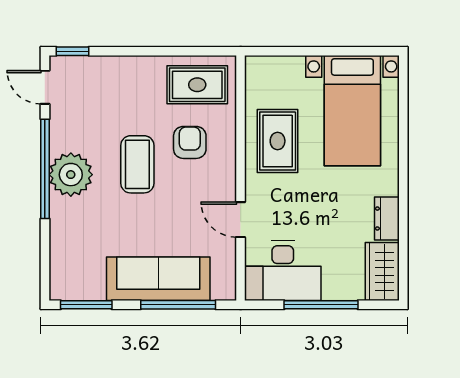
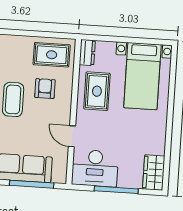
dresser: (387, 219) -> (87, 52), moved, turned 180

